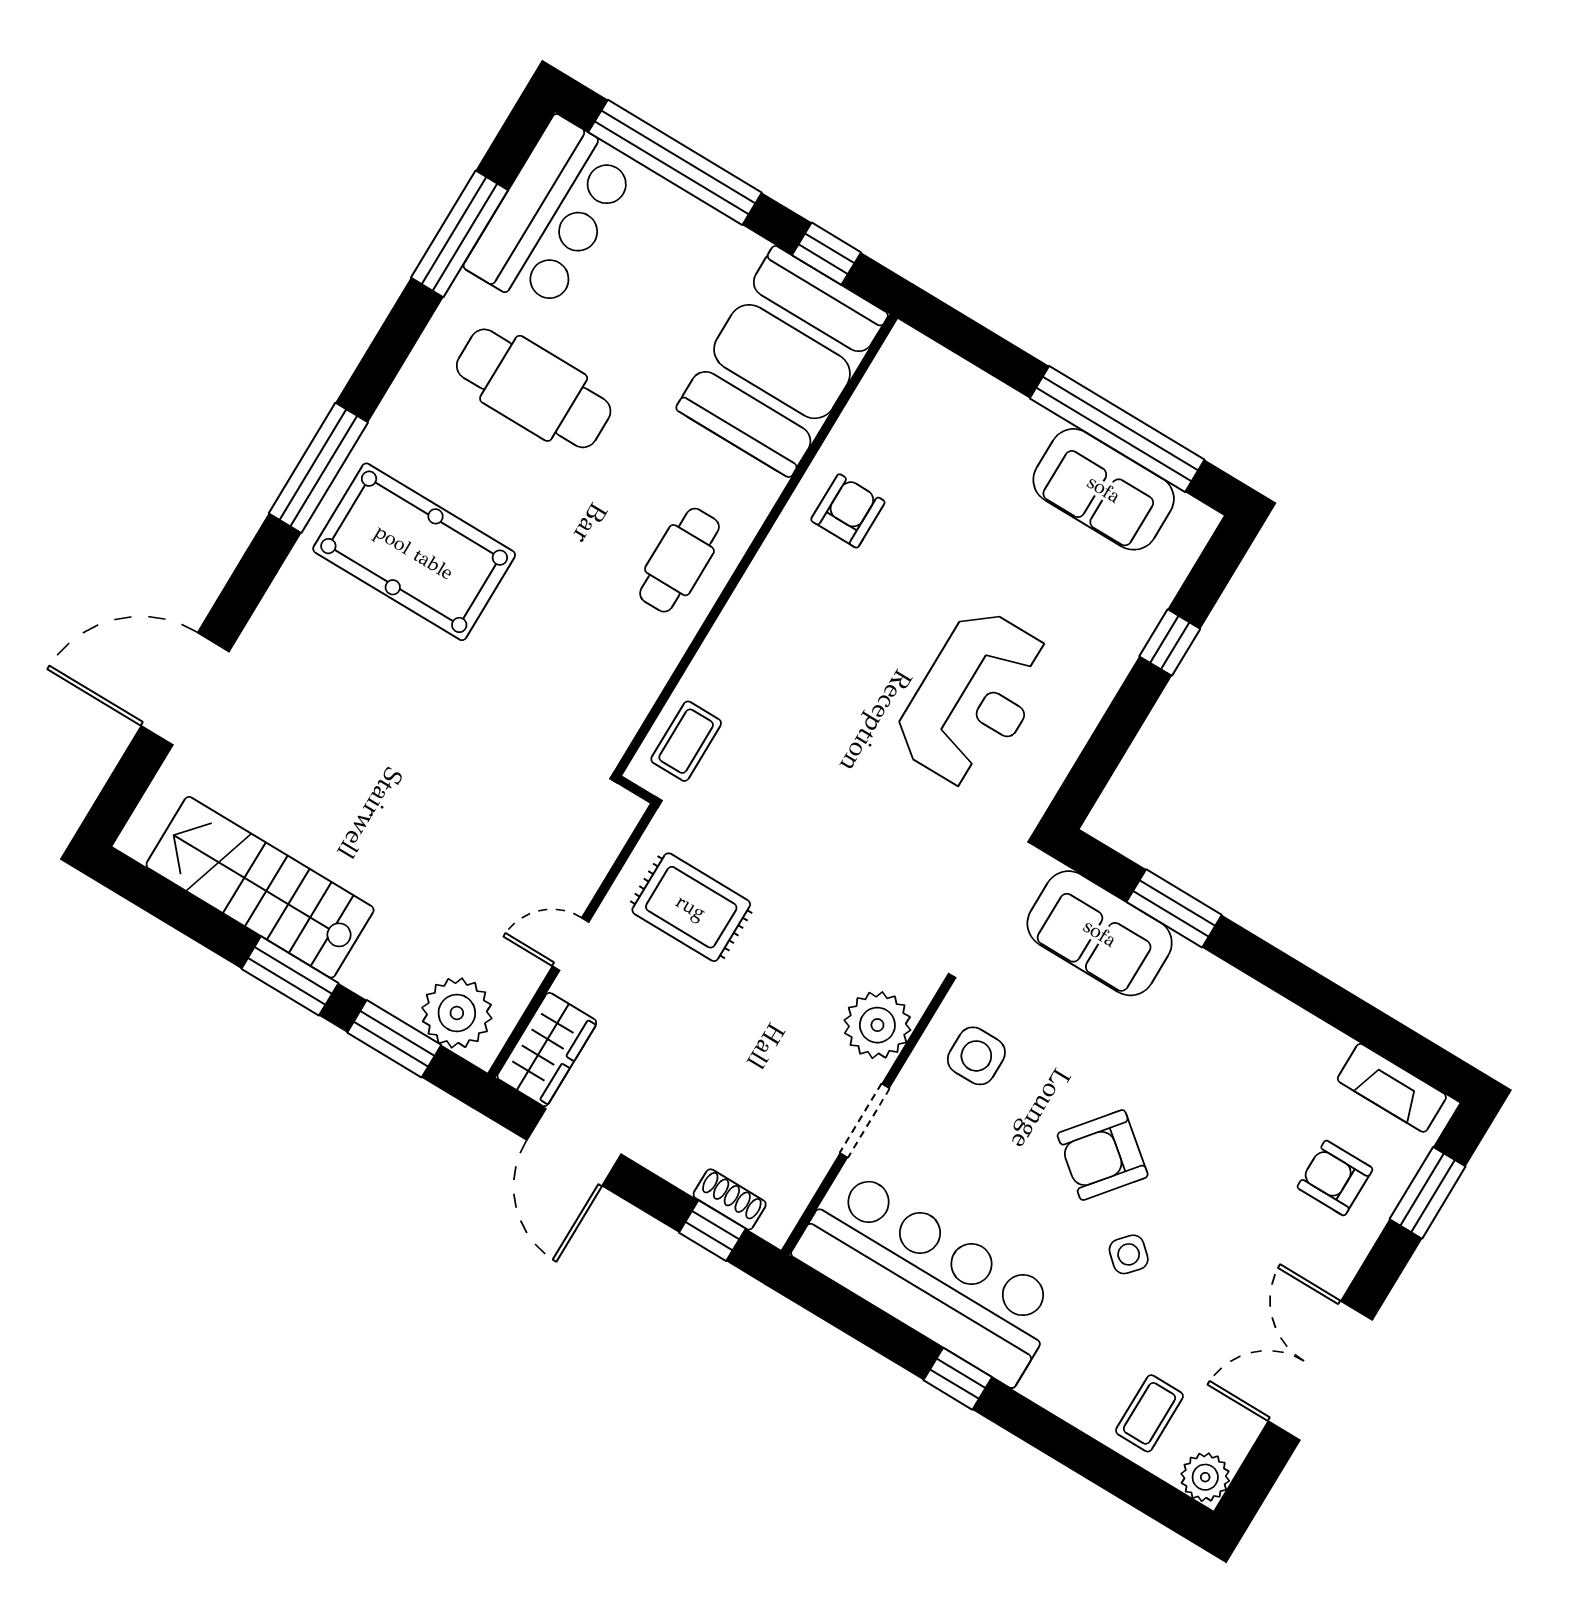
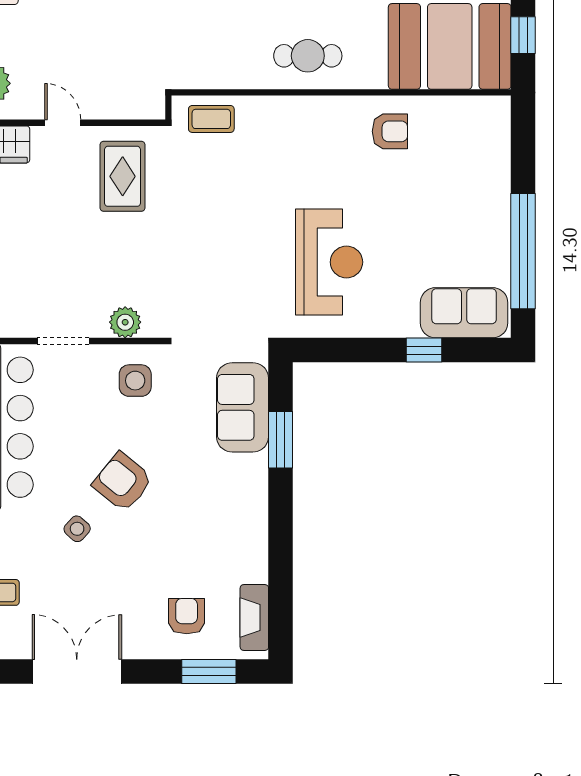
sofa: (1104, 489) -> (464, 313), moved, turned 90
reception desk: (974, 699) -> (329, 262), turned -90
plant: (877, 1025) -> (125, 322), width x0.73, depth x0.73

